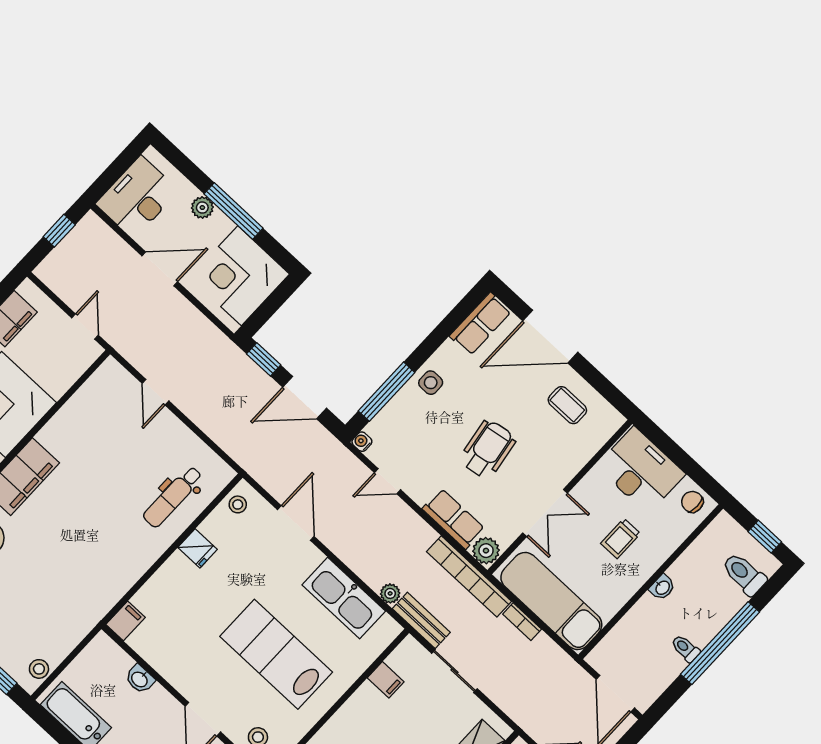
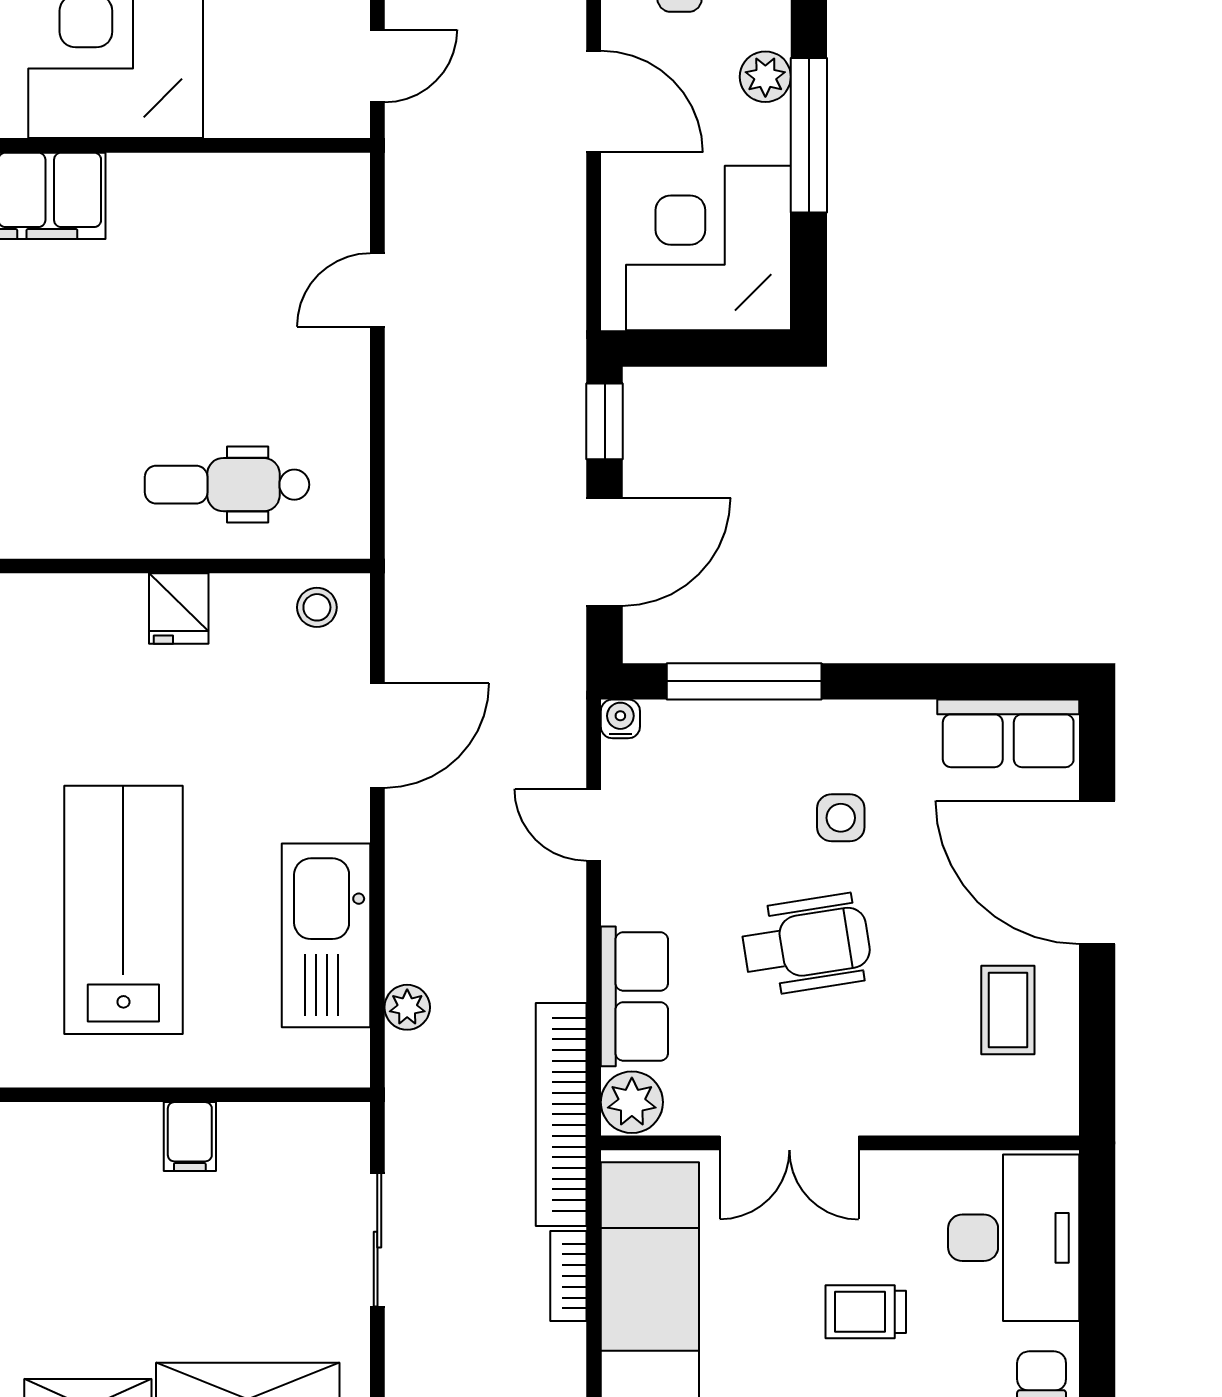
side table: (431, 383) -> (841, 818), moved
door: (305, 398) -> (605, 552), swing flipped
bench: (421, 620) -> (411, 1103), removed
filing cabinet: (386, 680) -> (190, 1137), moved

